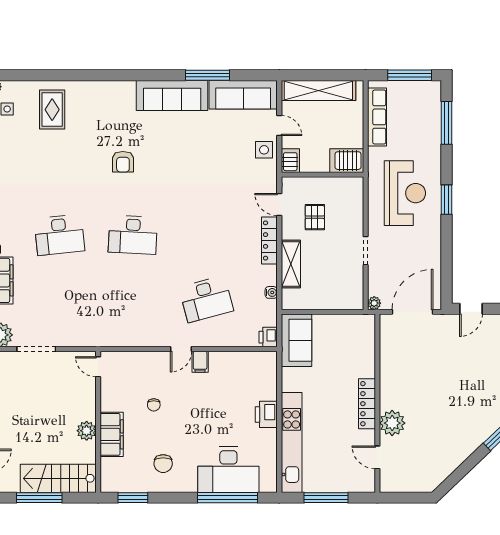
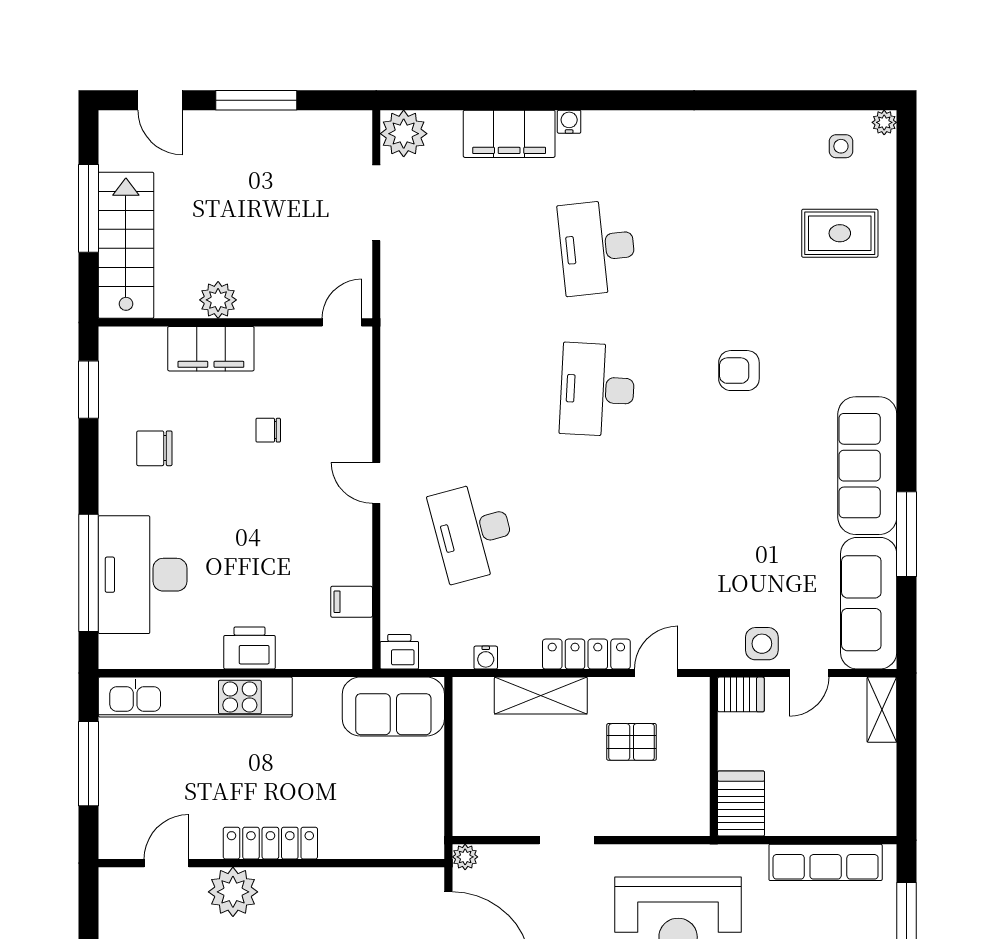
shelving: (318, 90) -> (882, 710), width x0.45, depth x0.75
filing cabinet: (200, 362) -> (352, 602), moved

